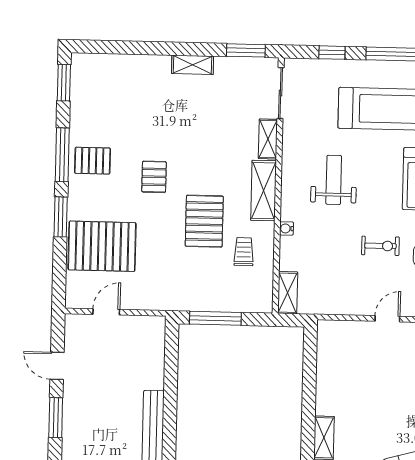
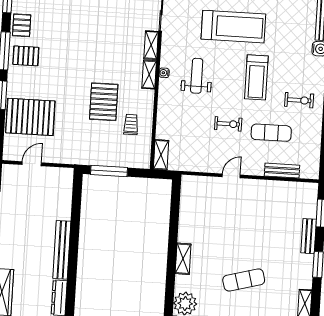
pallet: (154, 177) -> (22, 25), moved
shelving: (264, 191) -> (149, 75), width x0.67, depth x0.75
water cooler: (286, 228) -> (164, 73), moved

